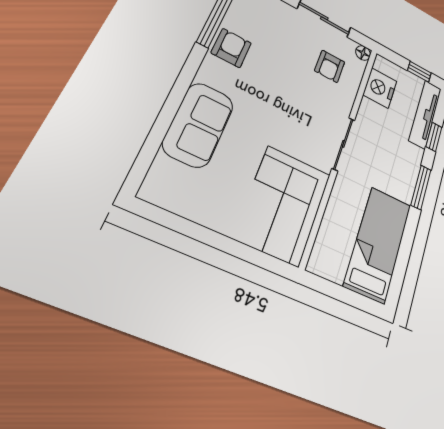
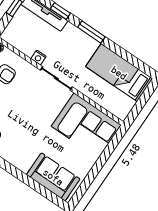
nightstand: (380, 88) -> (38, 58), moved, width x0.53, depth x0.56
sofa: (199, 125) -> (53, 177), moved

